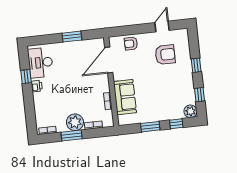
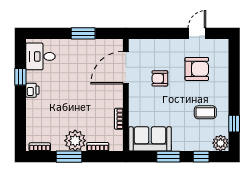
armchair: (131, 44) -> (160, 78), moved
desk: (41, 63) -> (40, 56), width x0.73
window: (196, 65) -> (234, 86), removed
coffee table: (176, 88) -> (205, 112), added
sofa: (125, 97) -> (150, 139), moved, turned -90

